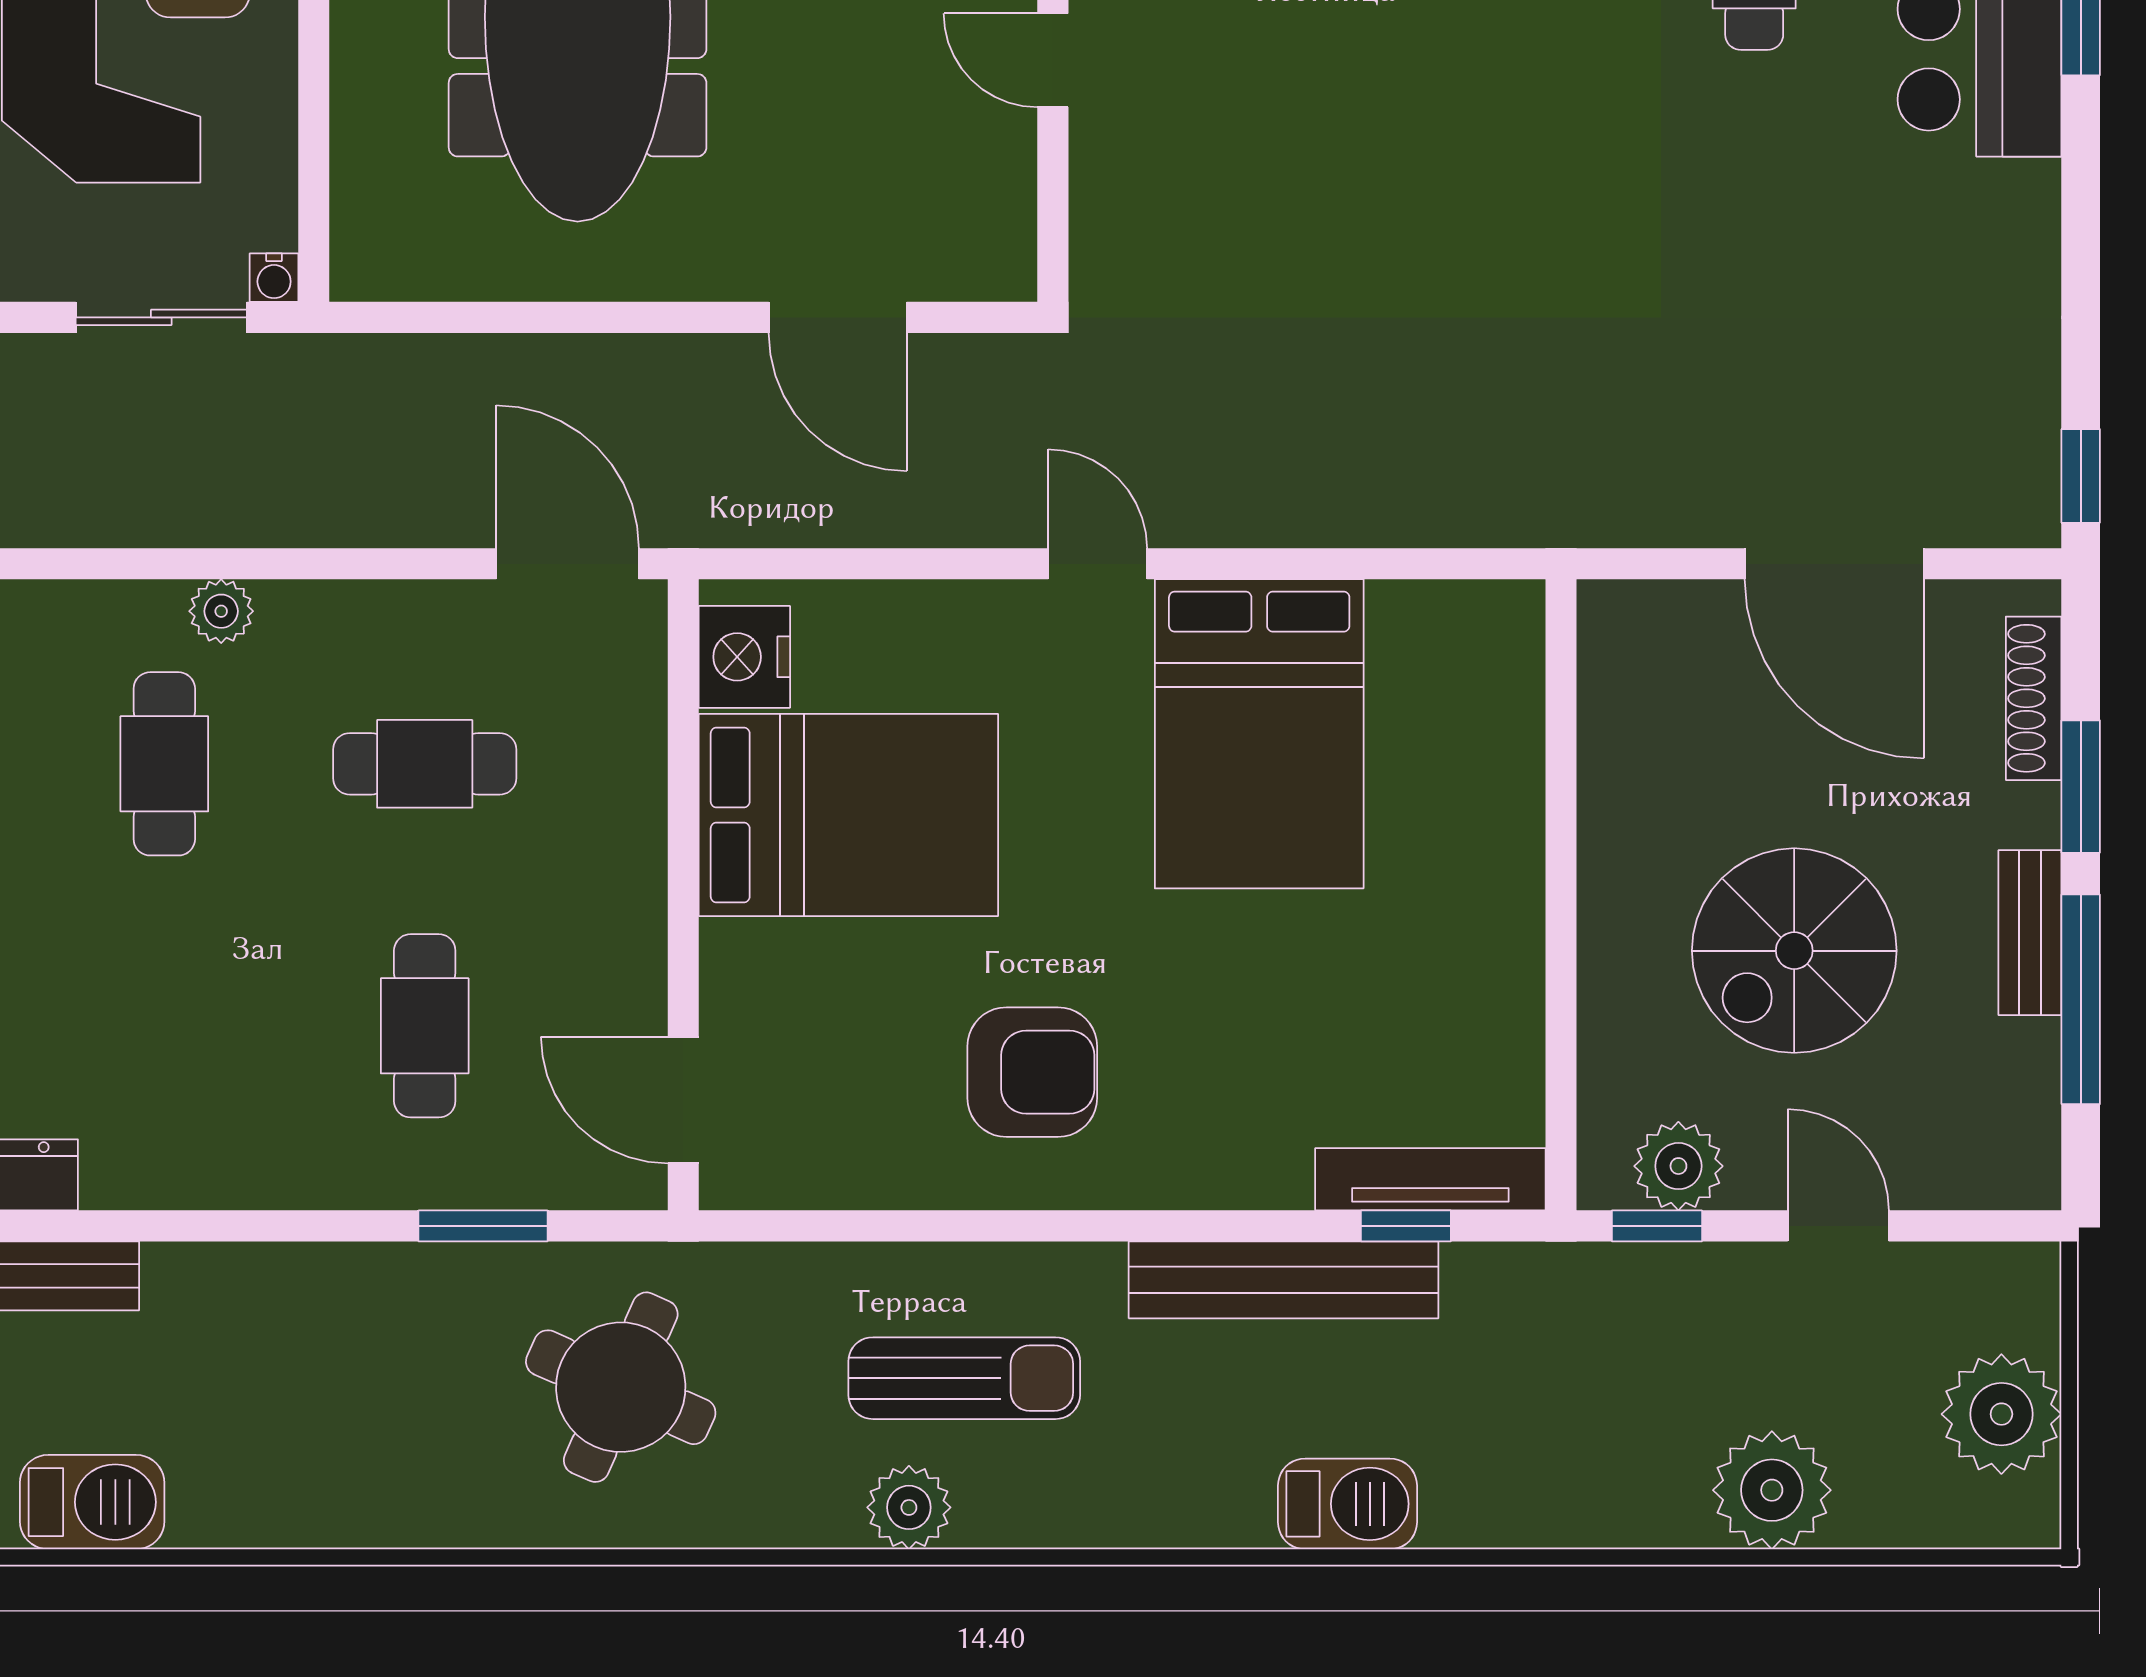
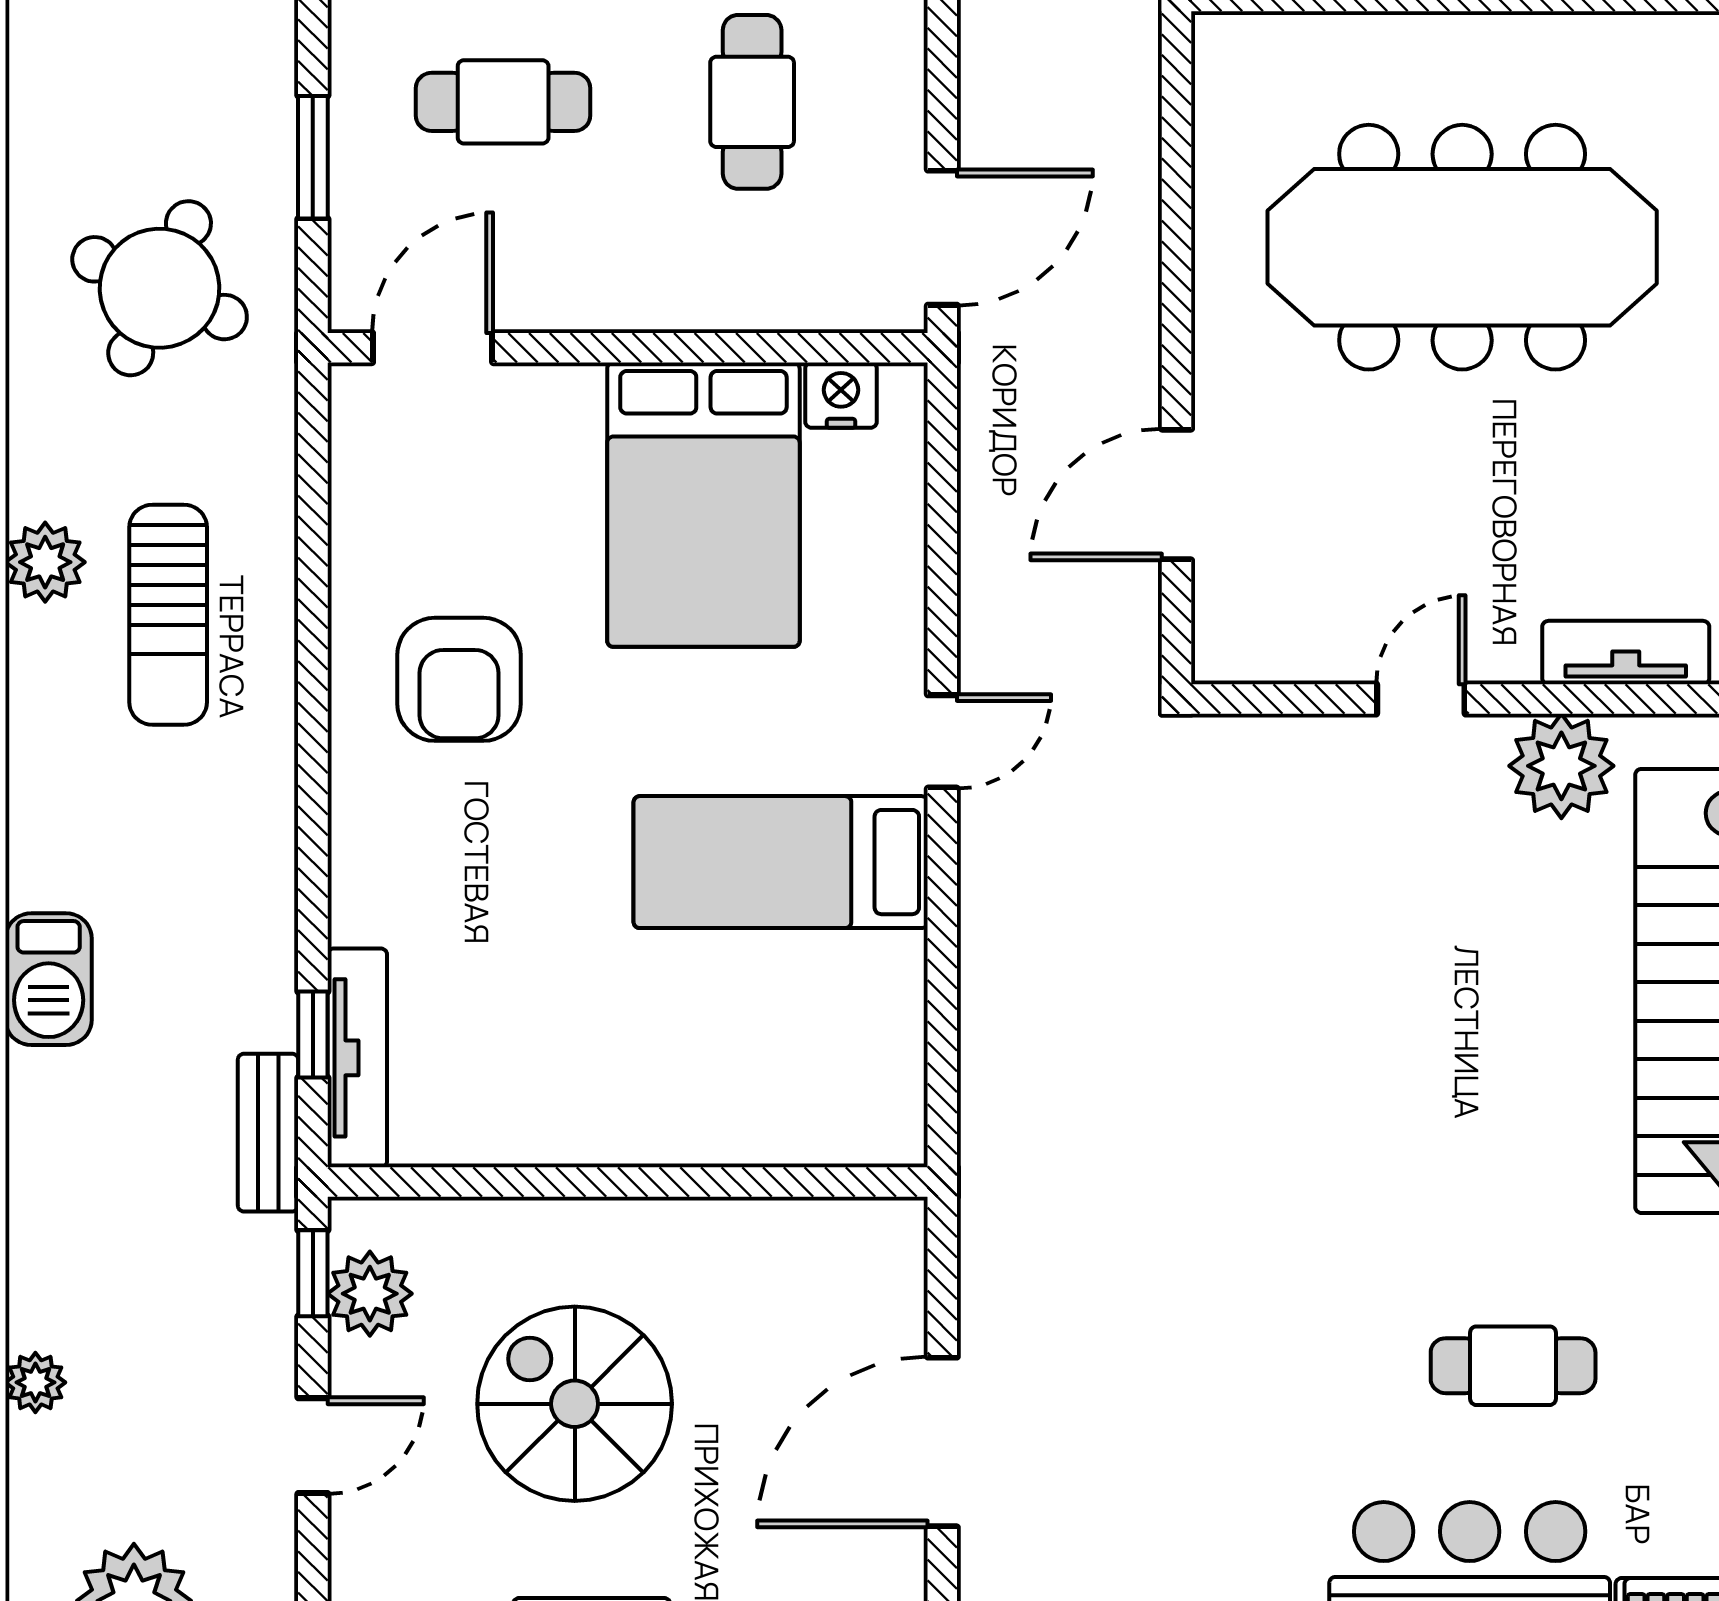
nightstand: (744, 657) -> (841, 395), width x0.74, depth x0.75
bed: (1259, 734) -> (781, 862), width x0.67
bench: (1284, 1280) -> (268, 1133), moved, width x0.54, depth x0.82
plant: (1772, 1490) -> (35, 1382), width x0.53, depth x0.53

